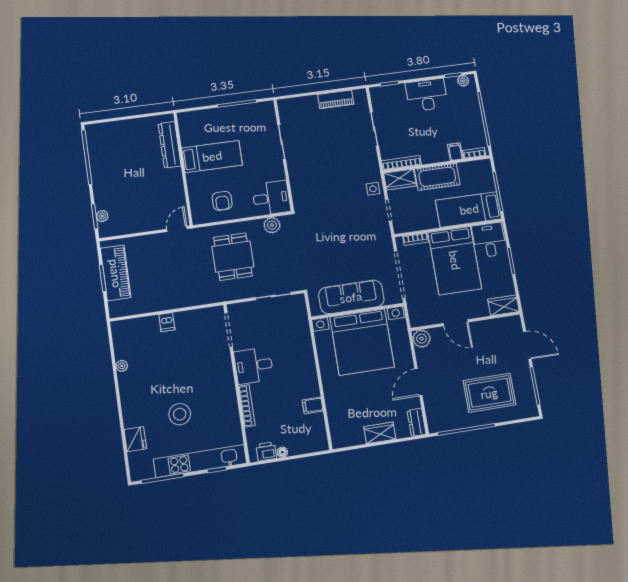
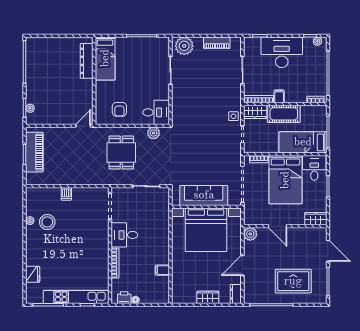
desk: (427, 95) -> (282, 52), width x1.36, depth x1.30
plant: (294, 109) -> (184, 46), added
filing cabinet: (455, 152) -> (279, 96), moved
bed: (212, 156) -> (105, 58), moved, turned 90
stool: (180, 414) -> (47, 222), moved

